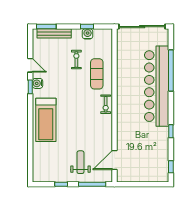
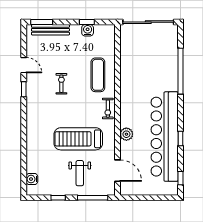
exercise bike: (76, 60) -> (61, 84), moved
water cooler: (38, 83) -> (32, 179), moved
bar counter: (157, 86) -> (165, 137), moved
treadmill: (46, 120) -> (78, 139), moved, turned 90
plant: (122, 127) -> (126, 134), added
door: (114, 160) -> (118, 171), swing flipped
weight bench: (80, 162) -> (80, 173), turned 180

